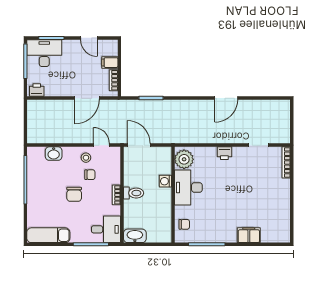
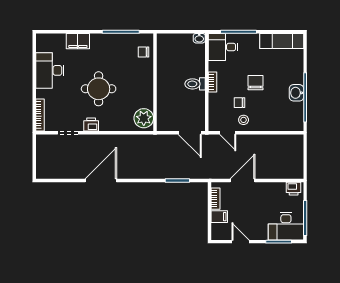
door: (226, 98) -> (101, 181), width x1.36
printer: (224, 153) -> (91, 125), moved
washbasin: (54, 154) -> (296, 93), moved, turned -90
washing machine: (165, 181) -> (163, 96), removed
desk: (188, 187) -> (50, 70), moved, turned 180
round table: (228, 188) -> (99, 89), added
washbasin: (135, 236) -> (199, 38), width x0.52, depth x0.69

